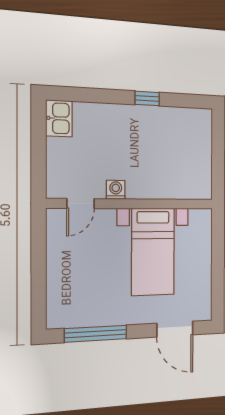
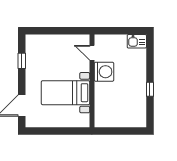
washing machine: (116, 190) -> (104, 72), width x1.89, depth x1.89
window: (96, 334) -> (22, 61), width x0.46

